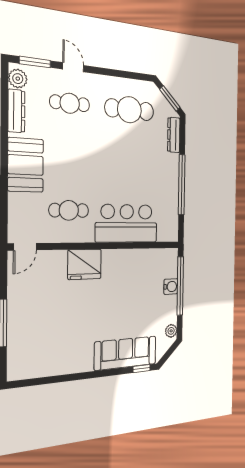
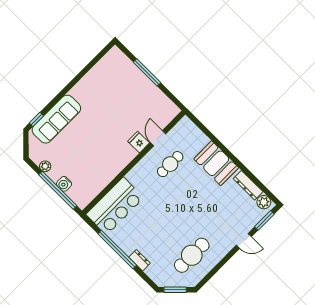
cafe table: (70, 103) -> (227, 220), removed
dresser: (174, 135) -> (139, 260), moved, width x0.70
bar counter: (127, 223) -> (115, 206), moved
door: (25, 247) -> (158, 138), moved
fridge: (85, 264) -> (139, 142), width x0.53, depth x0.75
plant: (171, 331) -> (45, 166), moved

